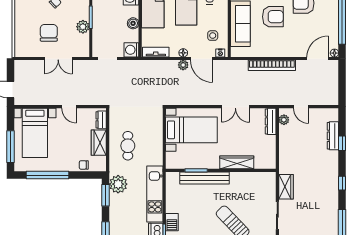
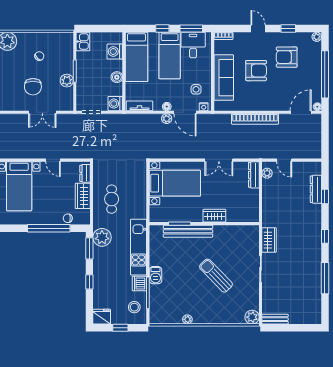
chair: (49, 33) -> (33, 87), turned 180
wardrobe: (237, 162) -> (214, 216), width x0.67
window: (48, 175) -> (49, 228), moved

